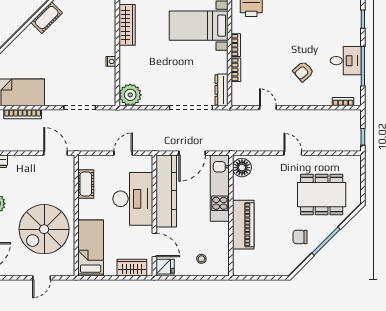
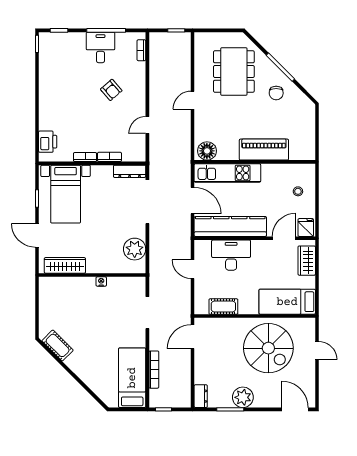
plant: (130, 95) -> (135, 249), moved
desk: (133, 199) -> (231, 255), width x0.73, depth x0.77

